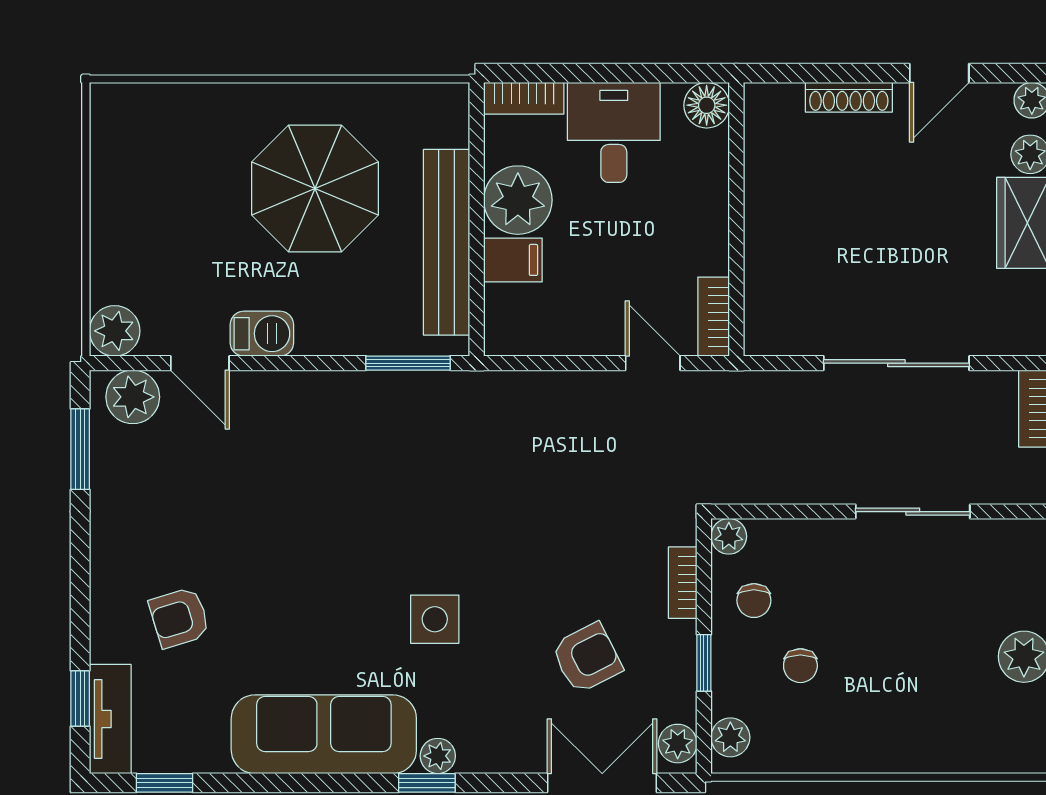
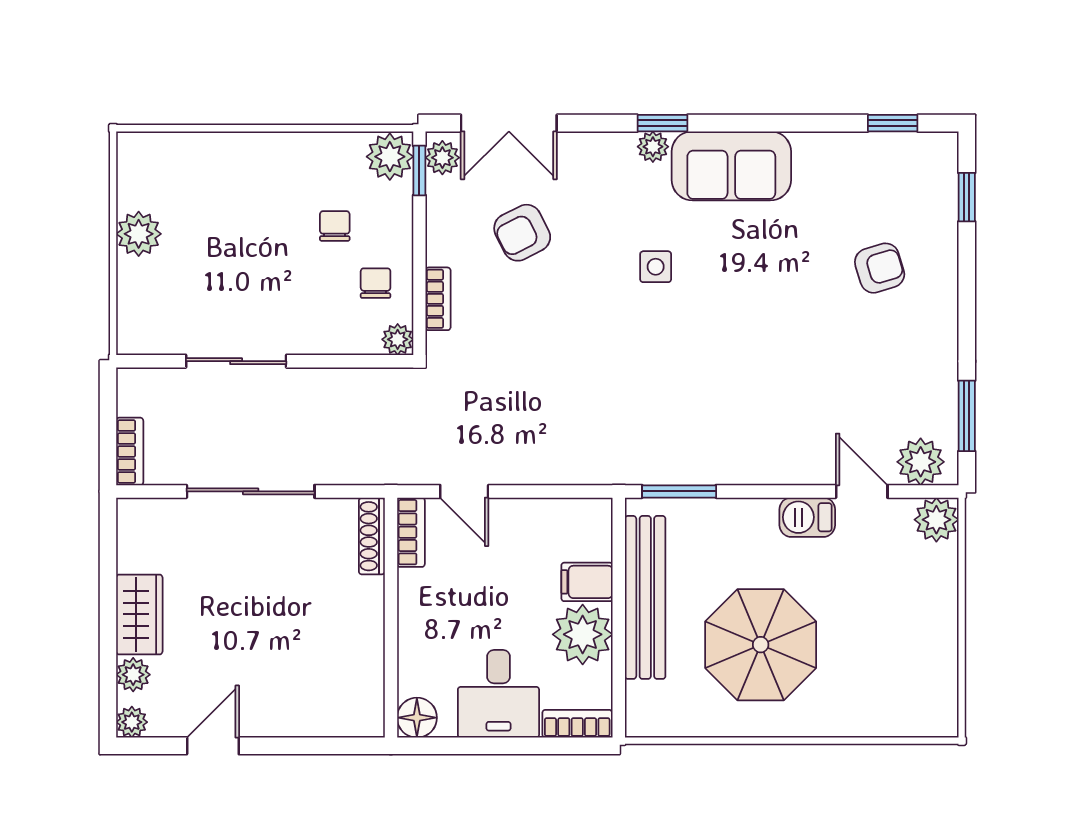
shoe rack: (849, 97) -> (372, 536), moved, turned -90
side table: (435, 619) -> (656, 267), width x0.73, depth x0.73
window: (704, 663) -> (419, 171), moved
tv unit: (110, 719) -> (940, 179), removed
sofa: (324, 734) -> (731, 166), width x0.73
plant: (730, 737) -> (390, 157), width x1.38, depth x1.38

